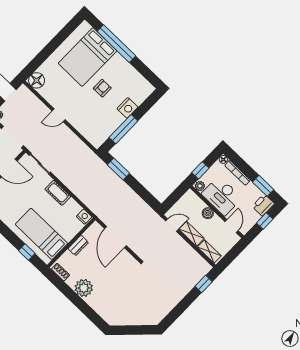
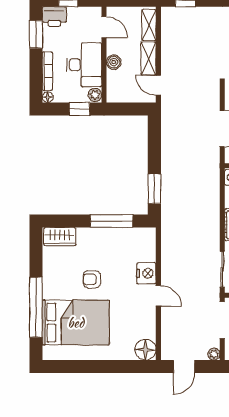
wardrobe: (142, 93) -> (60, 237), added
nightstand: (127, 108) -> (146, 273), moved, turned 90
door: (232, 226) -> (104, 27), swing flipped

